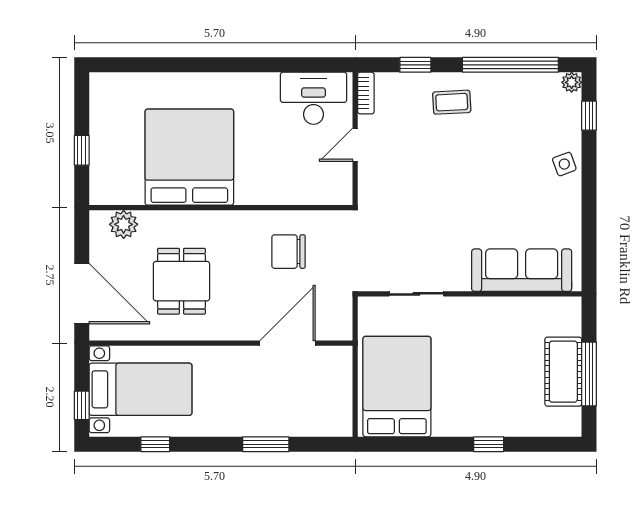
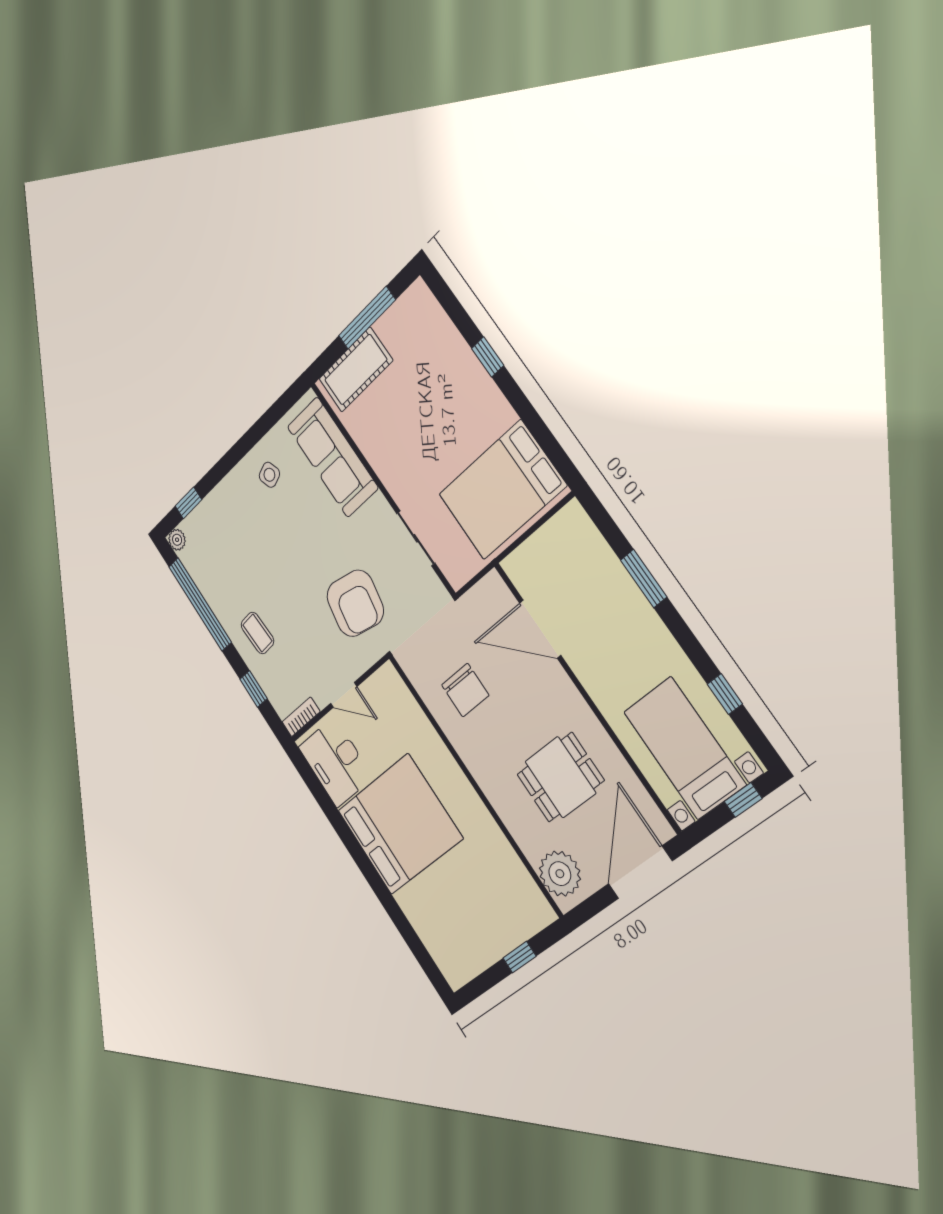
bed: (189, 157) -> (400, 824), moved, turned 180
side table: (564, 164) -> (269, 475), moved
armchair: (410, 207) -> (355, 603), added
plant: (124, 224) -> (560, 874), width x1.36, depth x1.36
cot: (563, 372) -> (356, 370), moved

